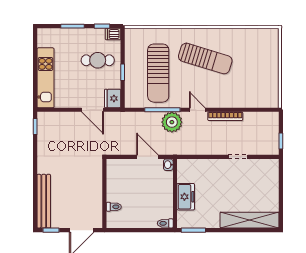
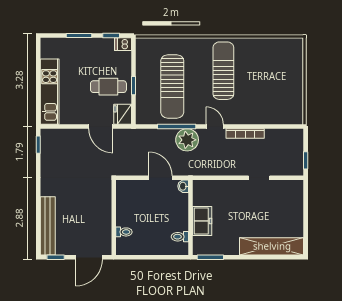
sun lounger: (205, 59) -> (223, 71), turned -107
cafe table: (98, 60) -> (108, 87), moved
toilet: (165, 223) -> (180, 237), moved

